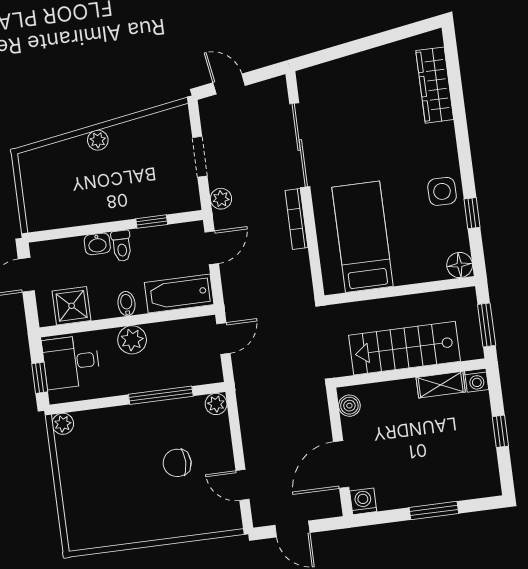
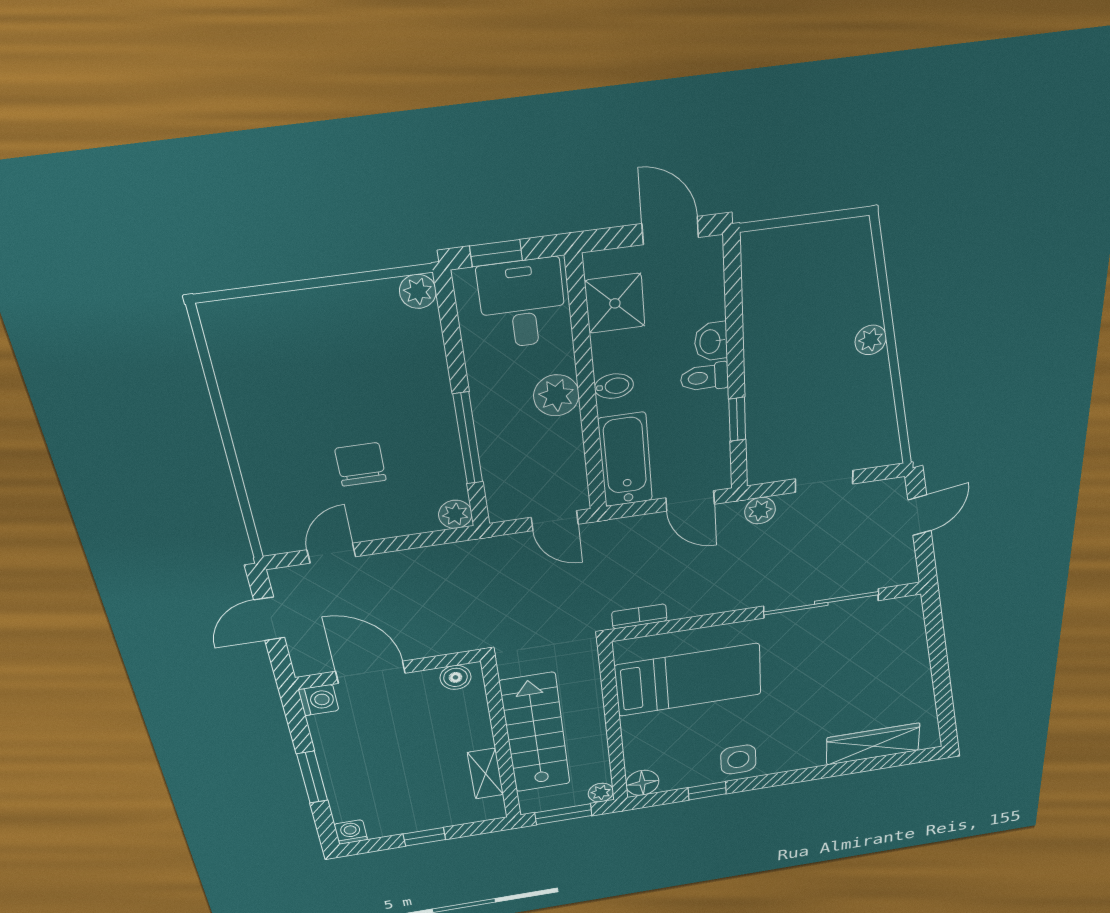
bookcase: (296, 219) -> (639, 616), moved, width x0.64
plant: (467, 297) -> (601, 793), added
washing machine: (477, 380) -> (351, 832), moved, turned 90

